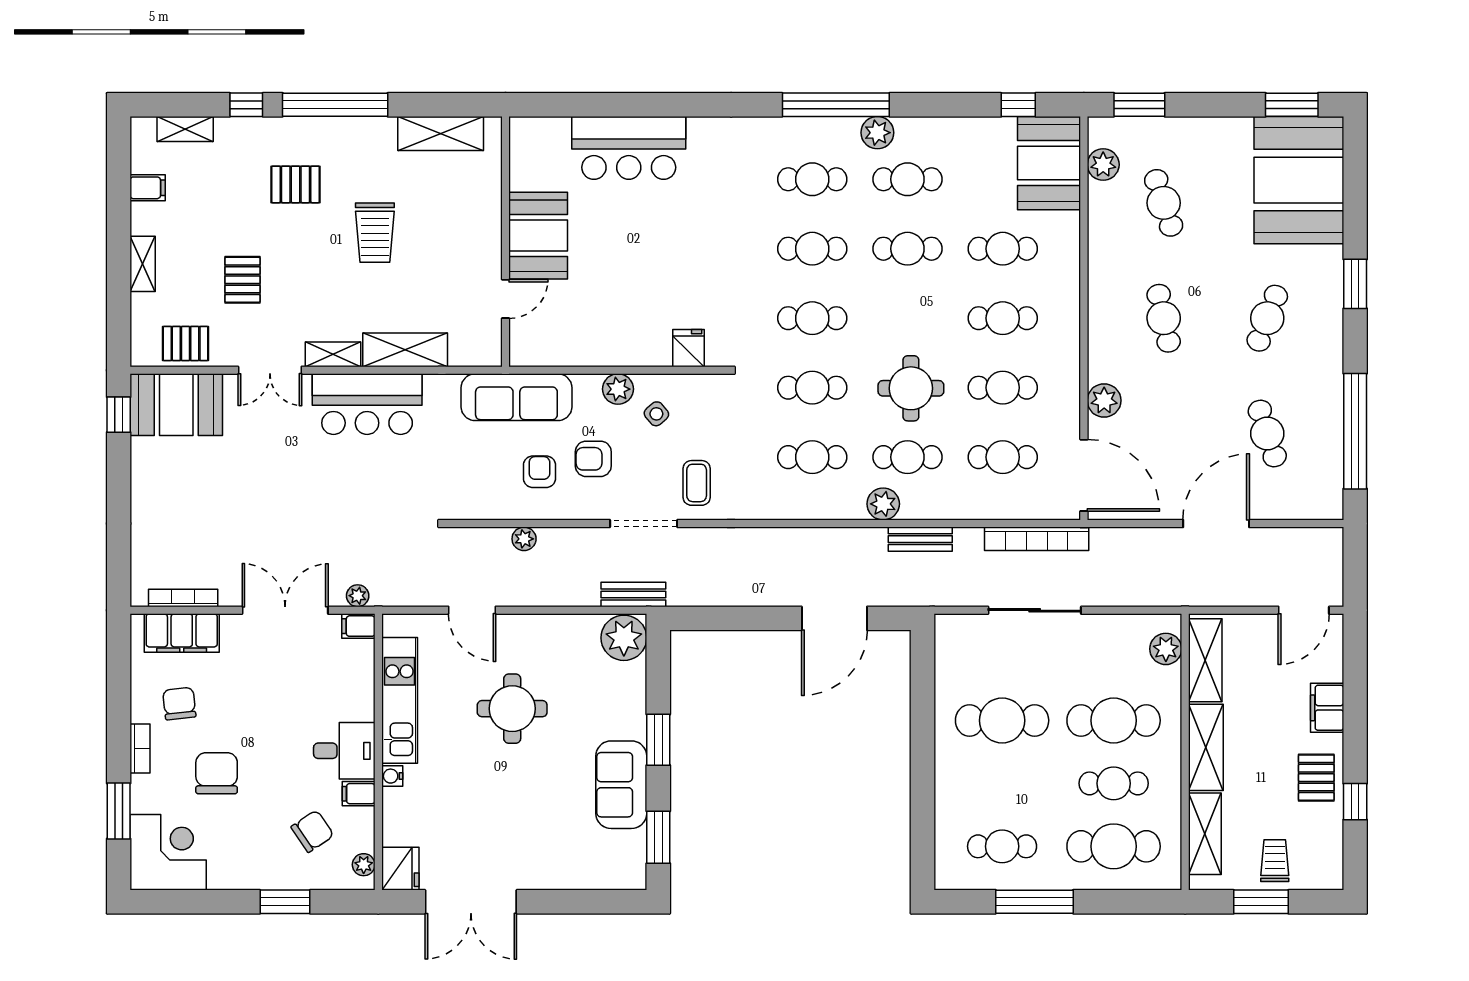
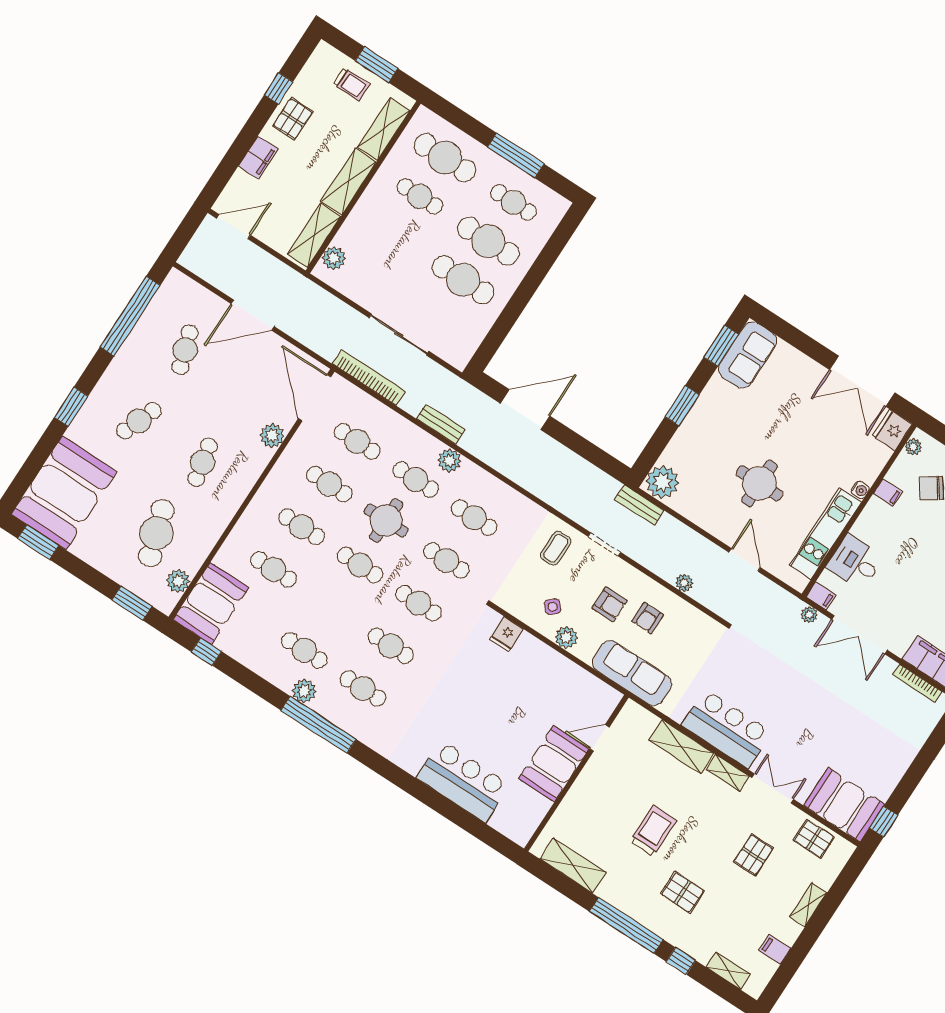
cafe table: (1164, 203) -> (156, 533), width x1.37, depth x1.35
cafe table: (907, 249) -> (360, 565), moved
doorway: (644, 523) -> (604, 544), width x0.73
cafe table: (1114, 720) -> (488, 241), moved
desk: (344, 751) -> (855, 562), moved
sofa: (621, 785) -> (748, 355), moved
trolley: (1275, 861) -> (352, 84), turned -90
double door: (471, 902) -> (862, 381), swing flipped

